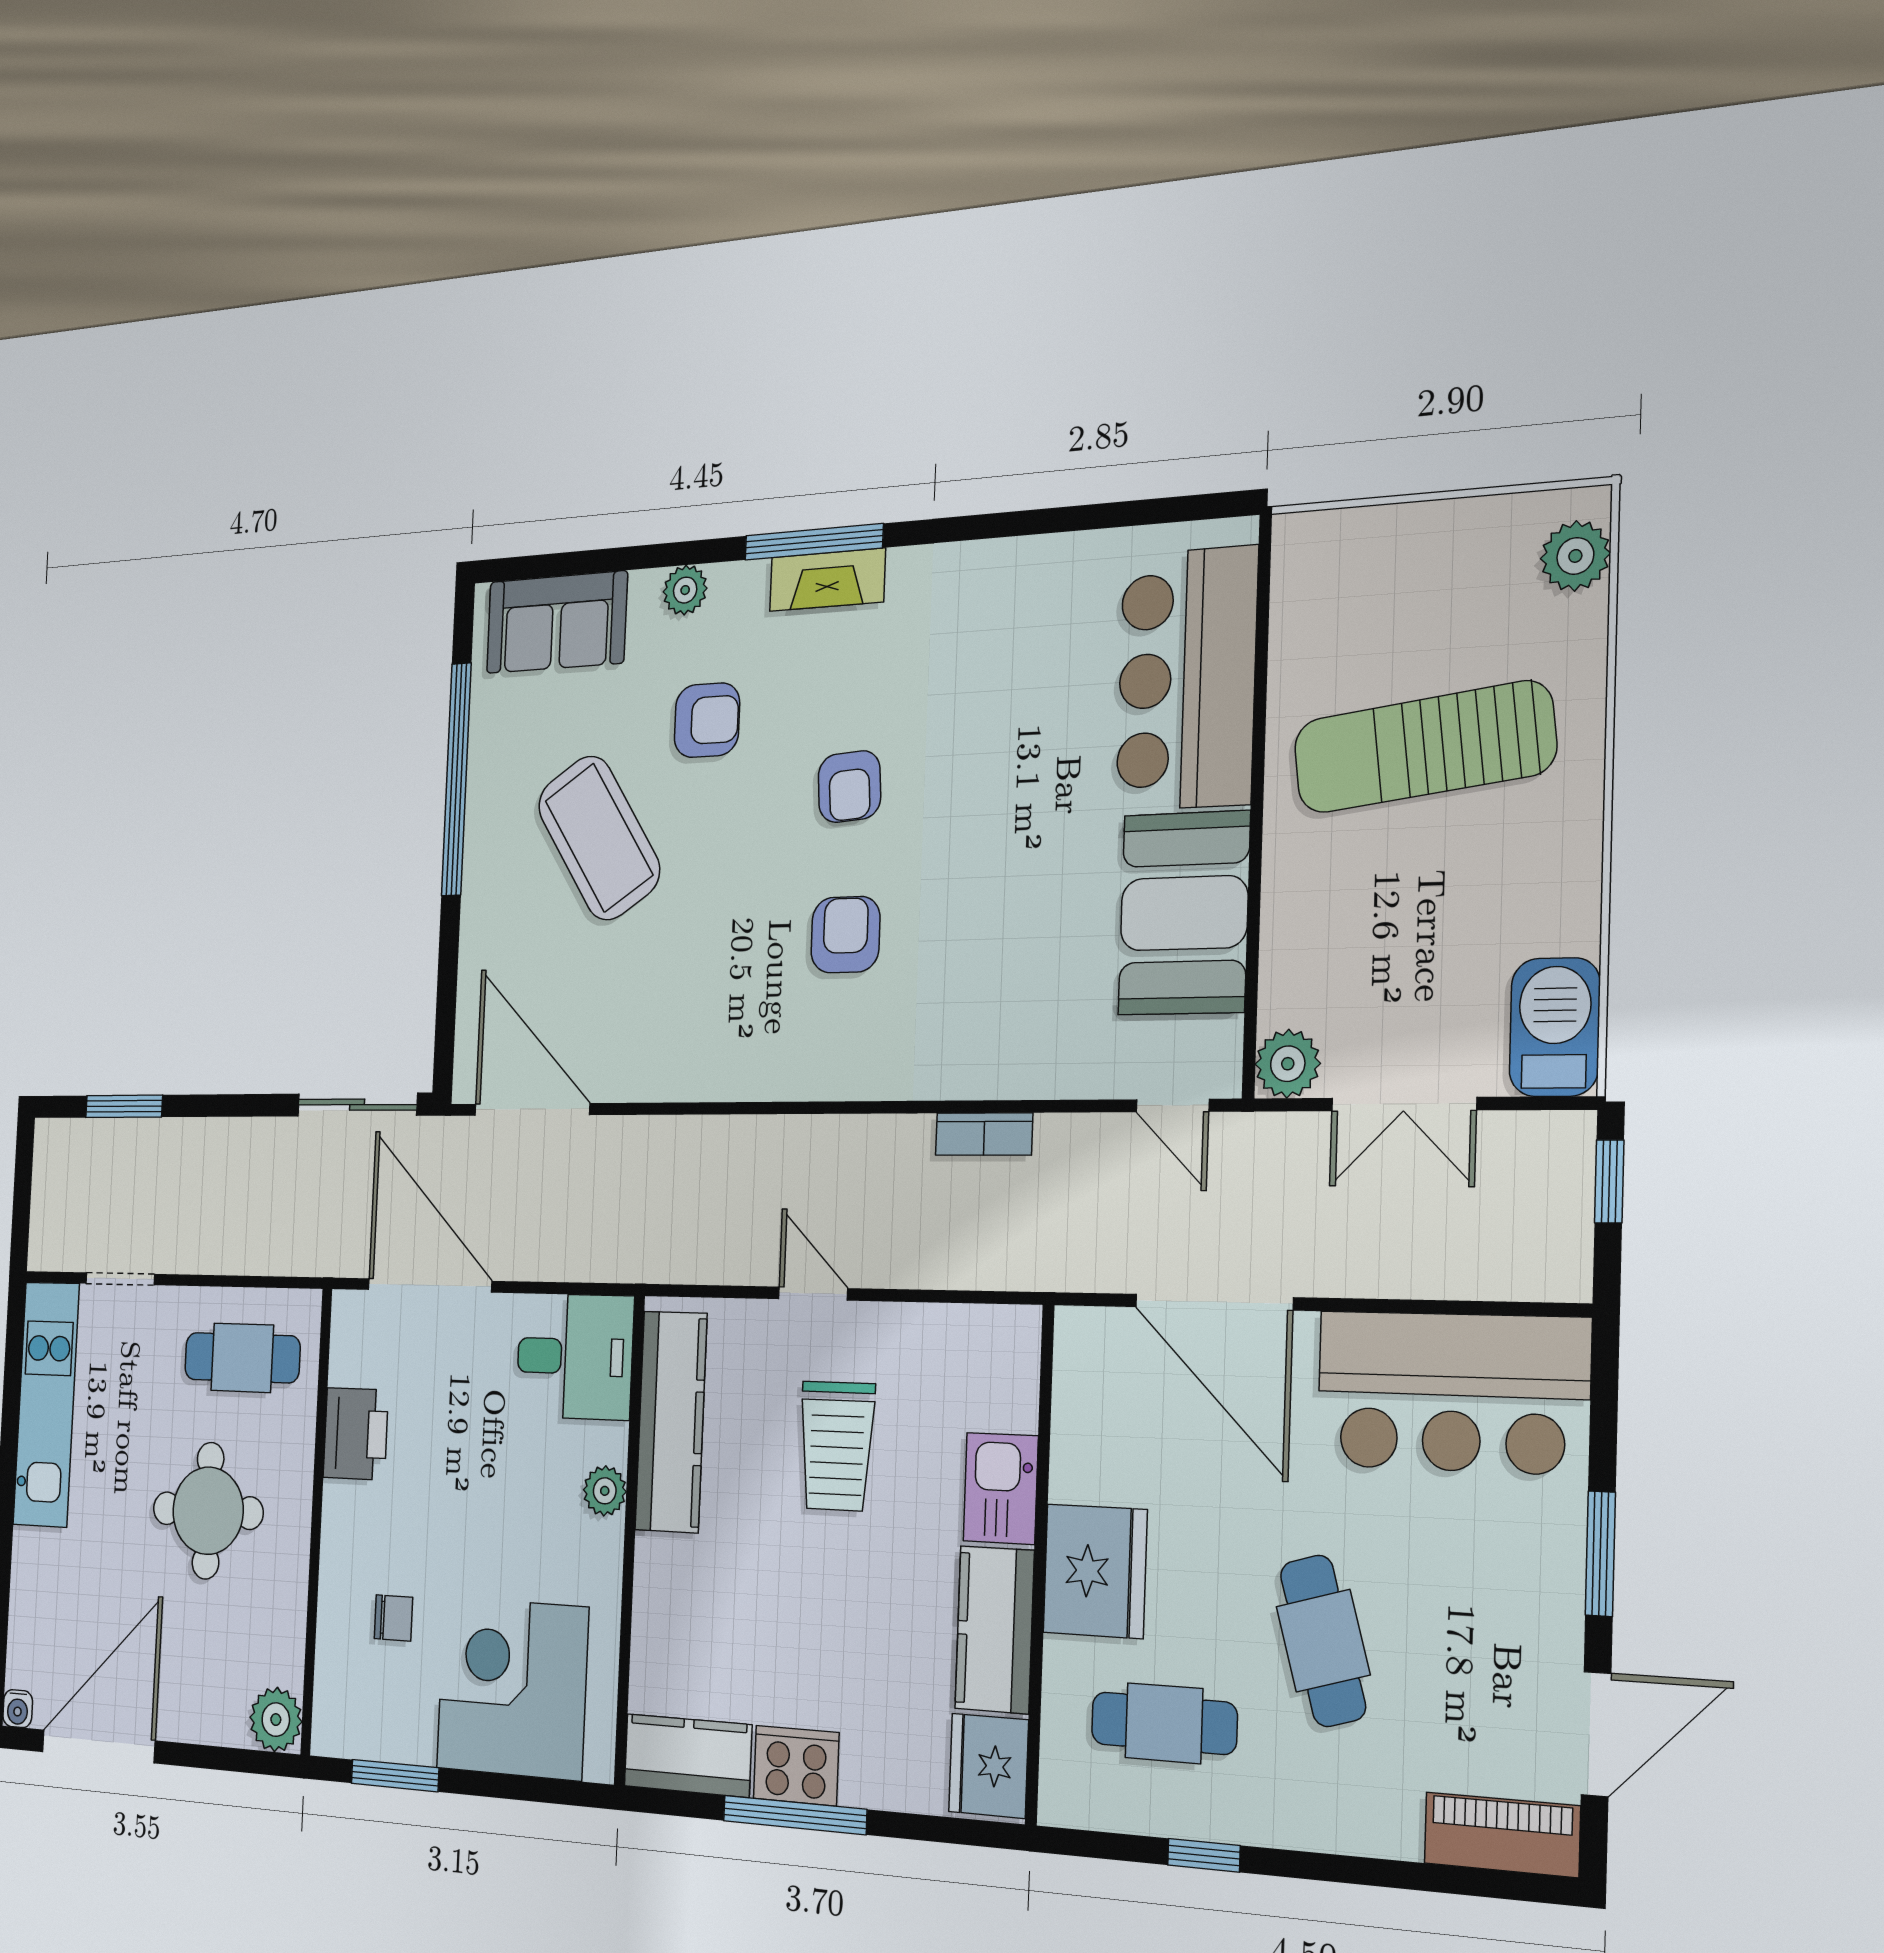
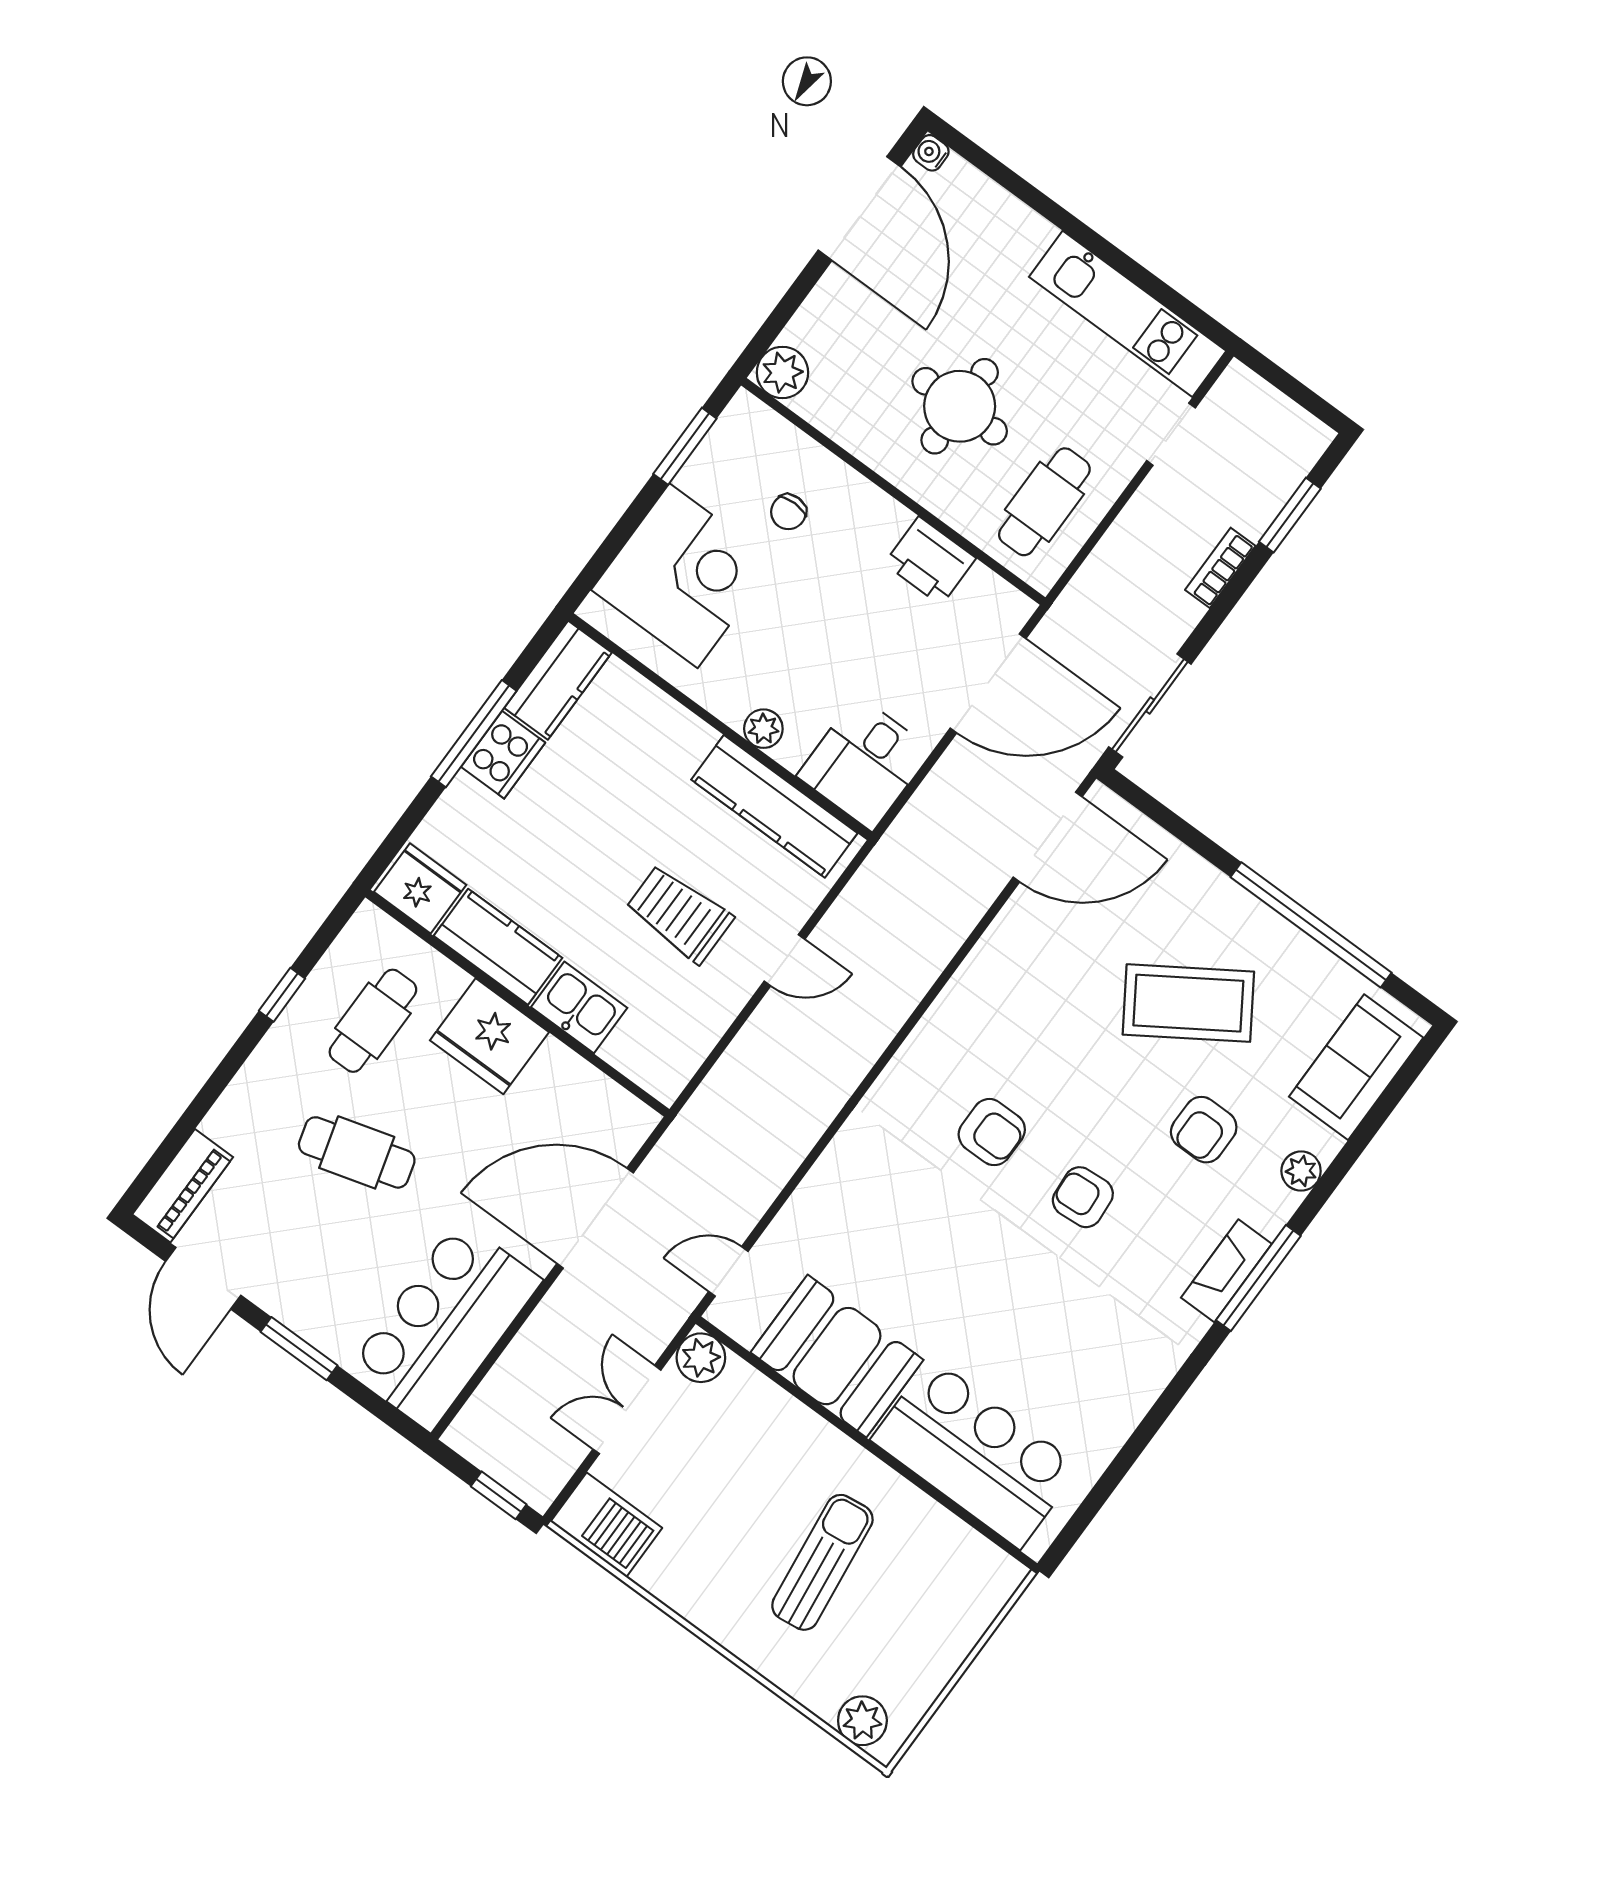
sun lounger: (1424, 747) -> (822, 1562), width x0.73, depth x0.75
bookcase: (984, 1134) -> (1220, 568), moved

